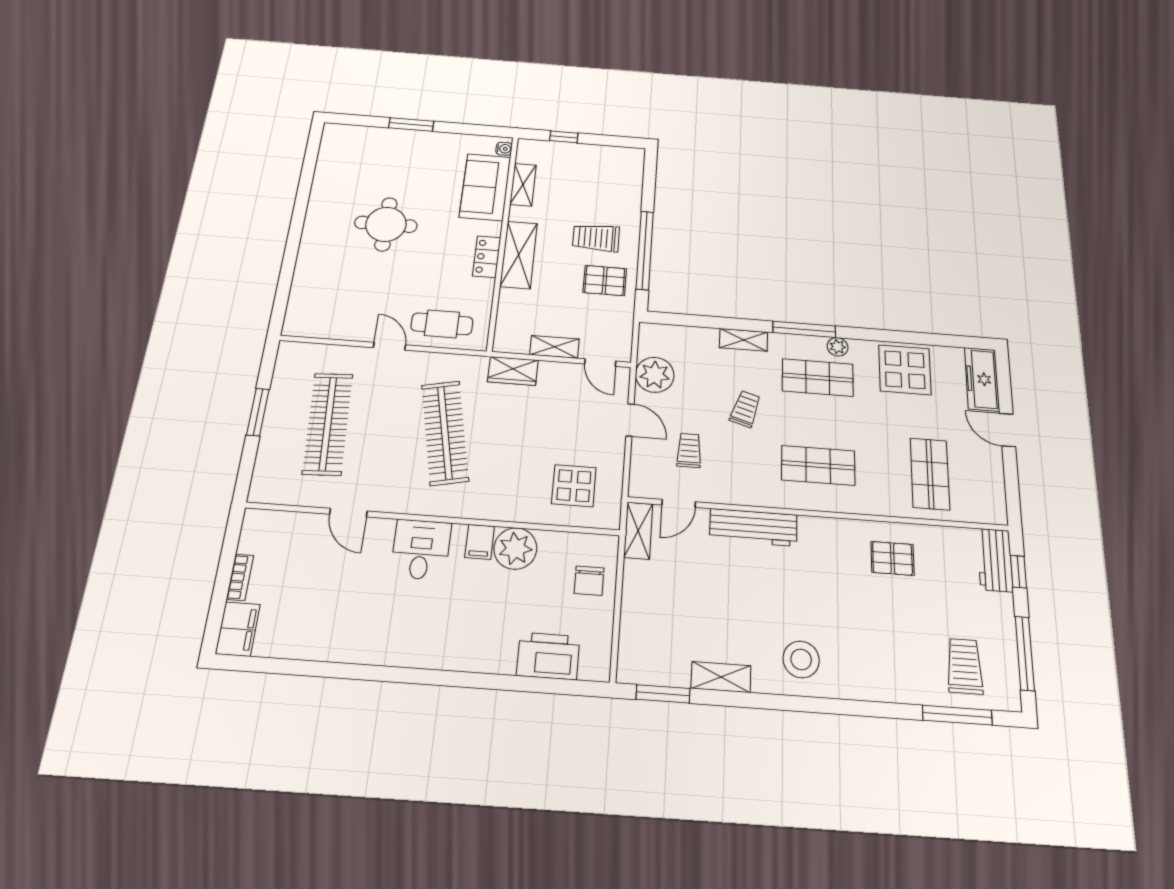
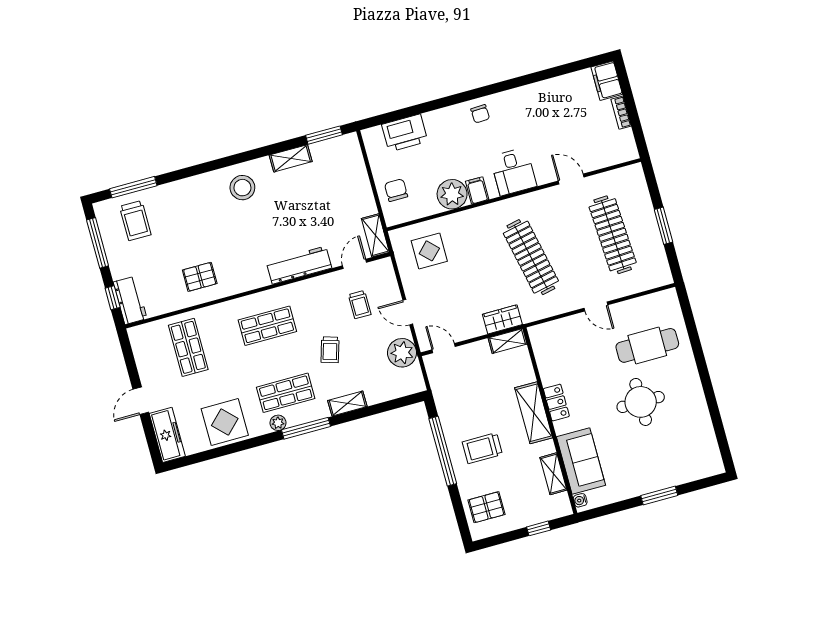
trolley: (596, 238) -> (482, 448), turned 180
pallet: (605, 281) -> (486, 507), moved
cafe table: (442, 324) -> (647, 345), moved, width x1.37, depth x1.35
shelving: (554, 347) -> (508, 341), moved
door: (1007, 430) -> (141, 401), swing flipped
chair: (433, 645) -> (480, 114), added

